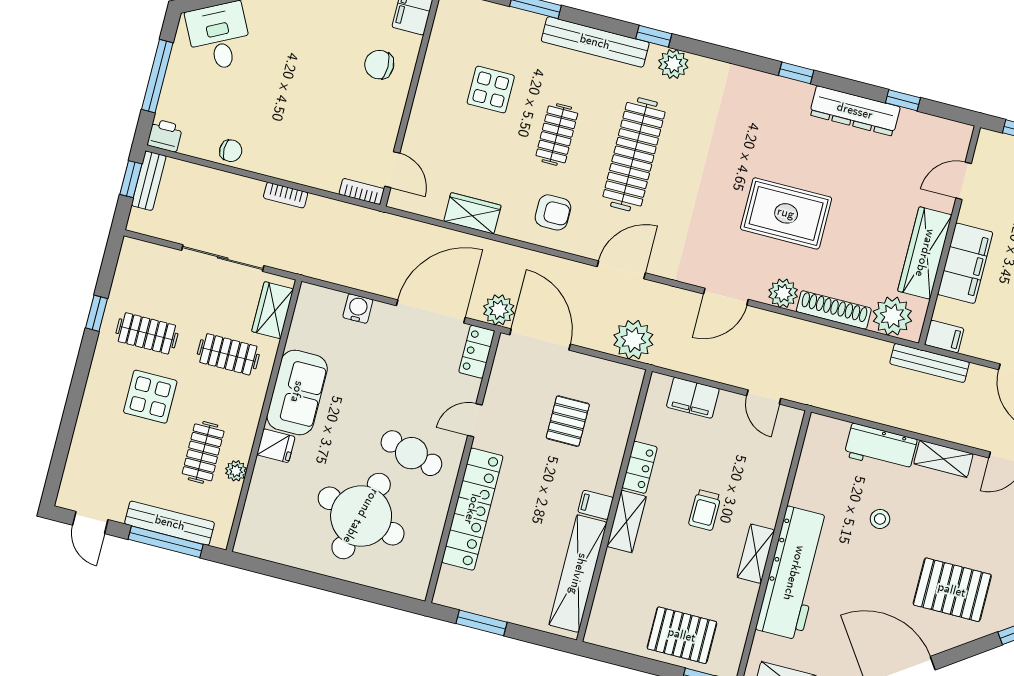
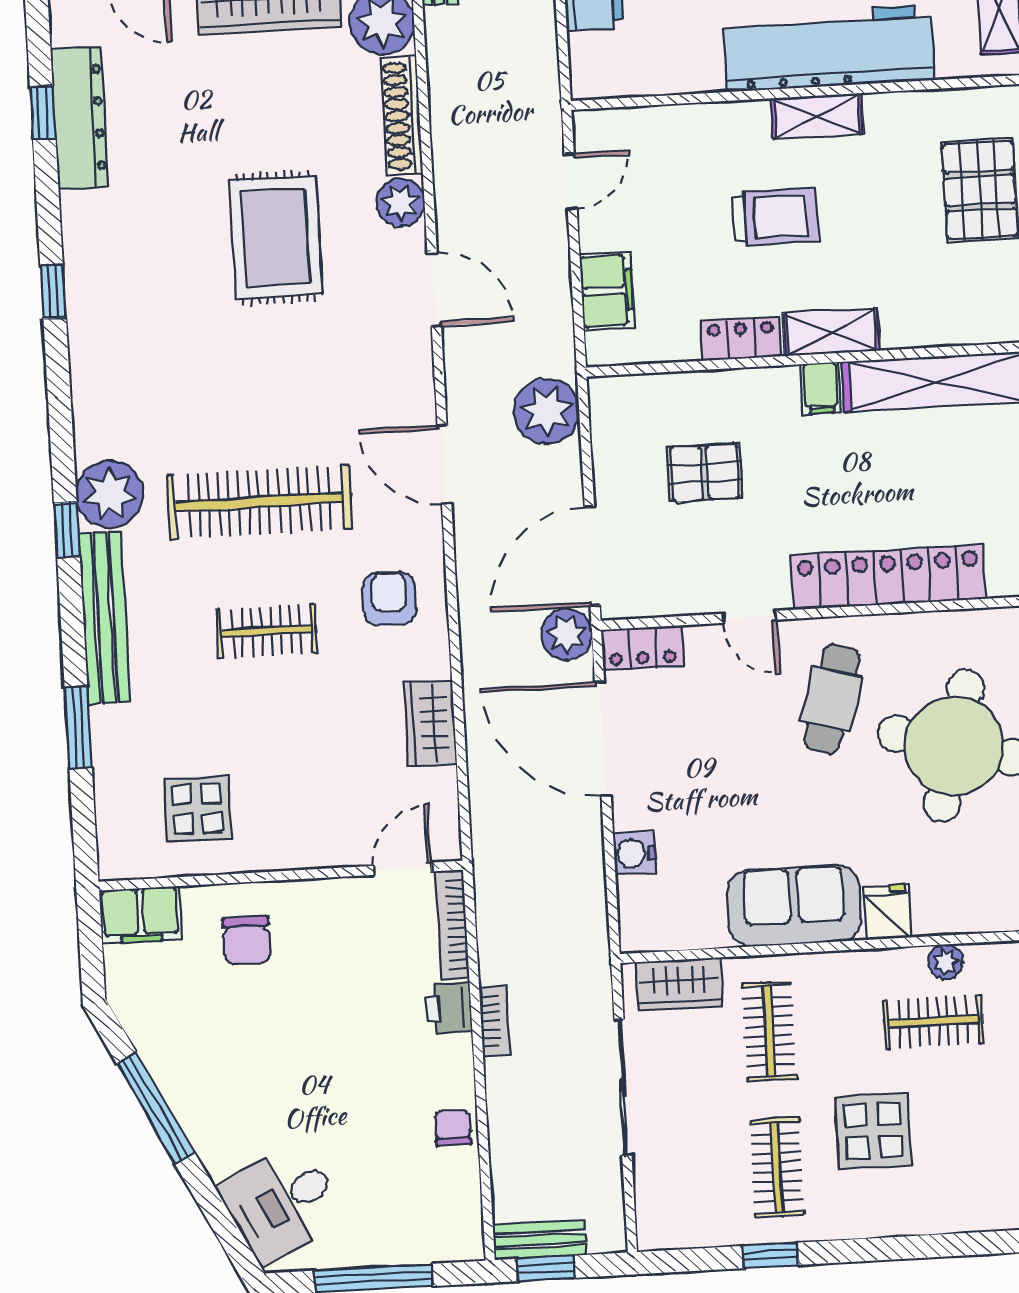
plant: (673, 64) -> (110, 494), width x1.36, depth x1.36
display table: (491, 90) -> (197, 809), moved
dresser: (855, 111) -> (79, 118), moved
printer: (165, 136) -> (449, 1008), moved
bookcase: (362, 191) -> (452, 925), width x1.56
trolley: (705, 510) -> (775, 217), width x1.36, depth x1.39

